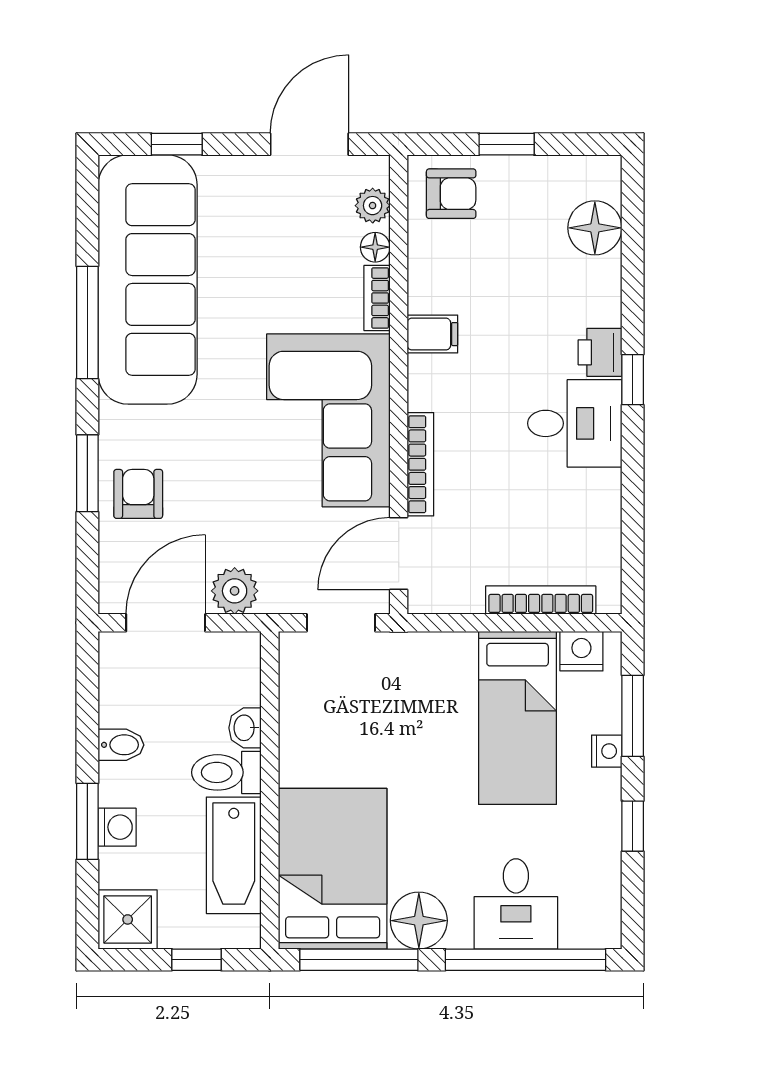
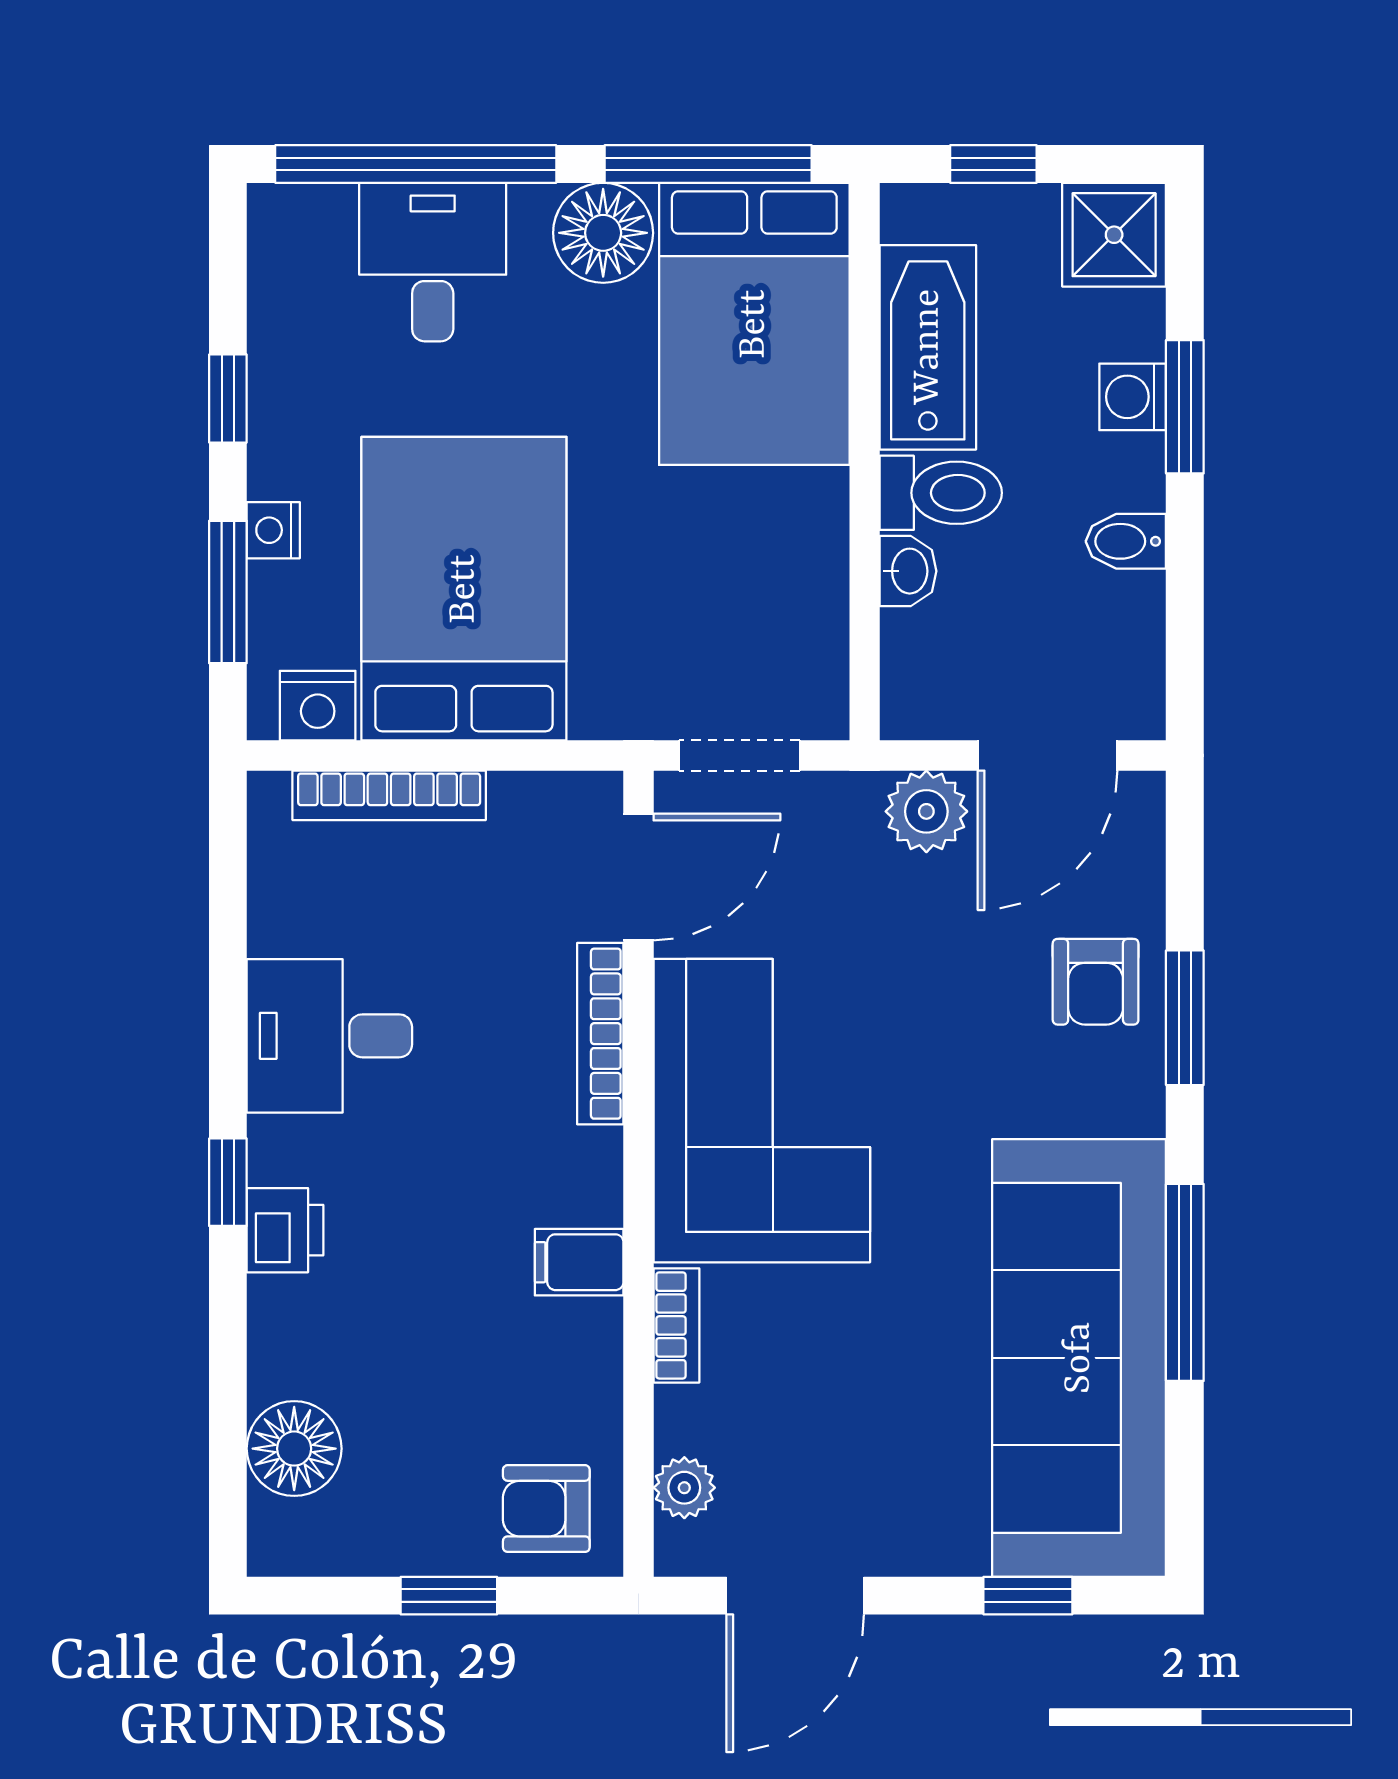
floor lamp: (375, 247) -> (680, 1415), removed
desk: (575, 423) -> (329, 1036), moved
bed: (518, 718) -> (464, 589), width x1.50

